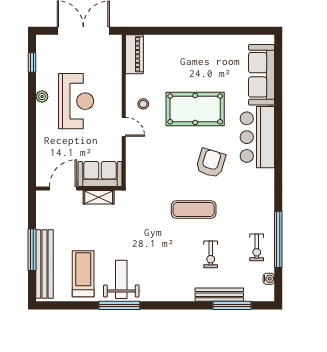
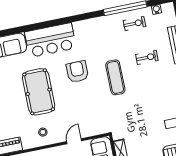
door: (124, 127) -> (74, 141), moved
armchair: (211, 163) -> (77, 72), turned 73

